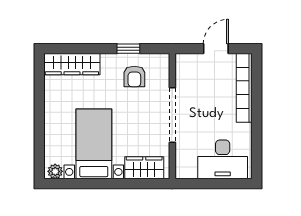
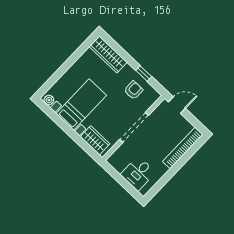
door: (216, 49) -> (177, 105), moved
armchair: (134, 77) -> (133, 90), turned 180
desk: (223, 159) -> (138, 173), width x0.73

